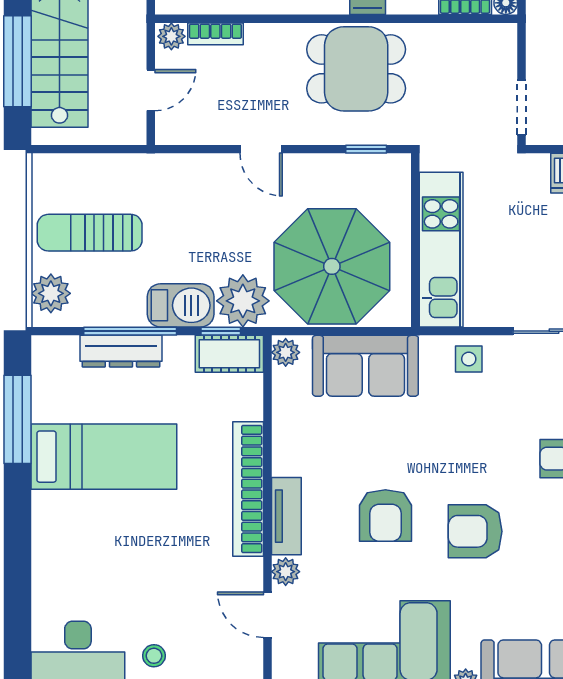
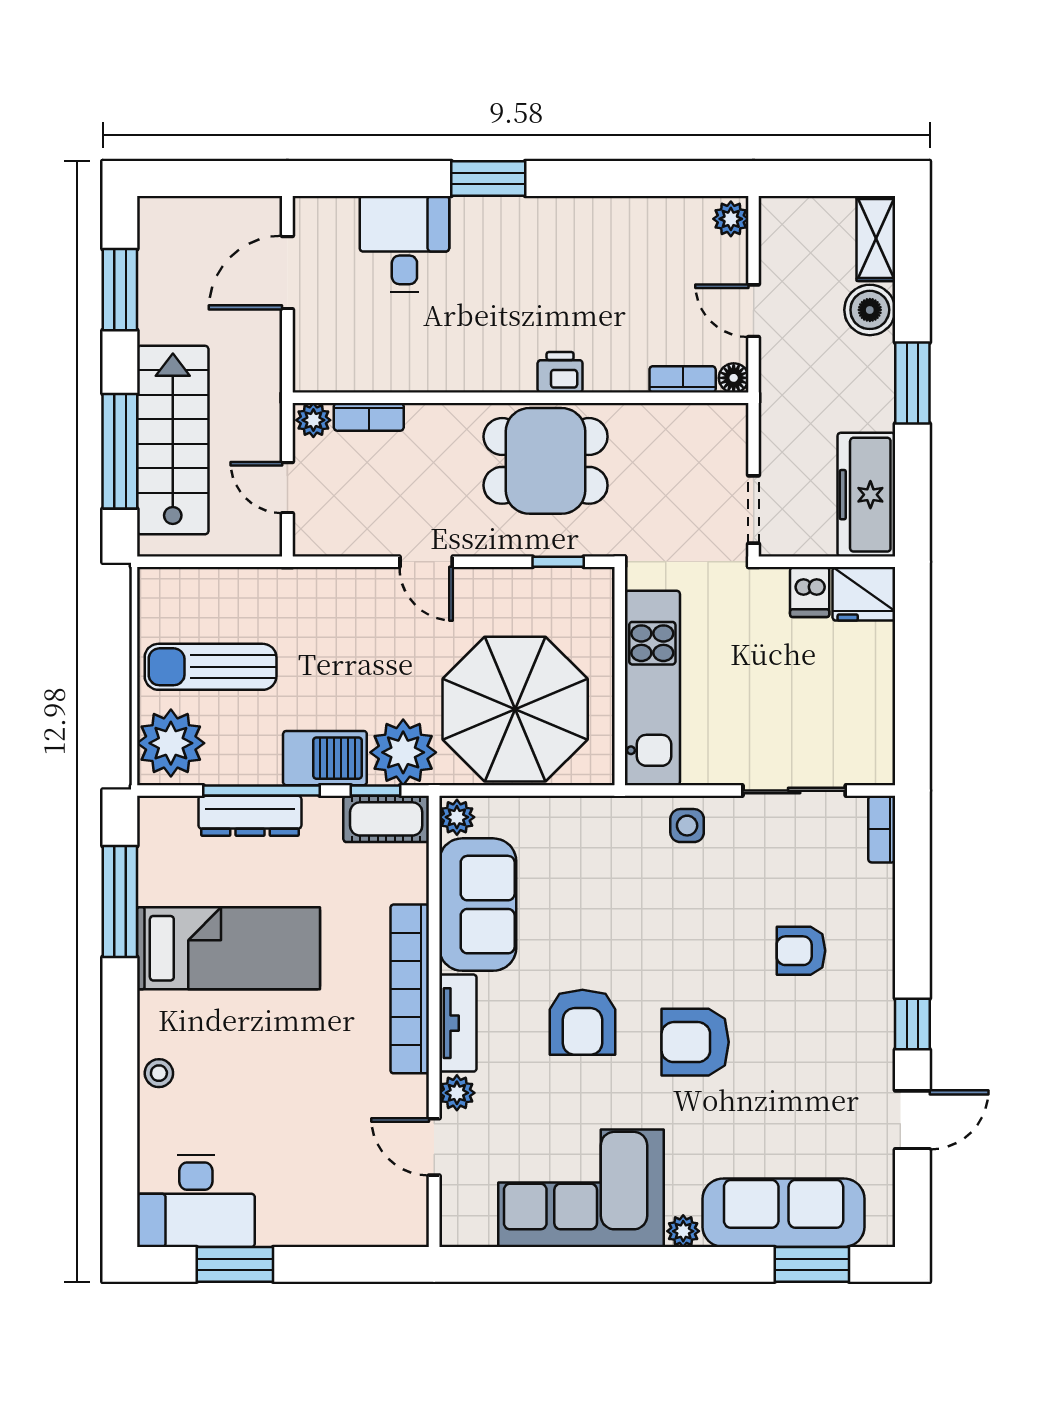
door: (151, 90) -> (287, 488), swing flipped
plant: (51, 293) -> (171, 743), width x1.36, depth x1.36
sofa: (365, 366) -> (478, 905), moved, turned -90
stool: (154, 656) -> (159, 1073), moved

